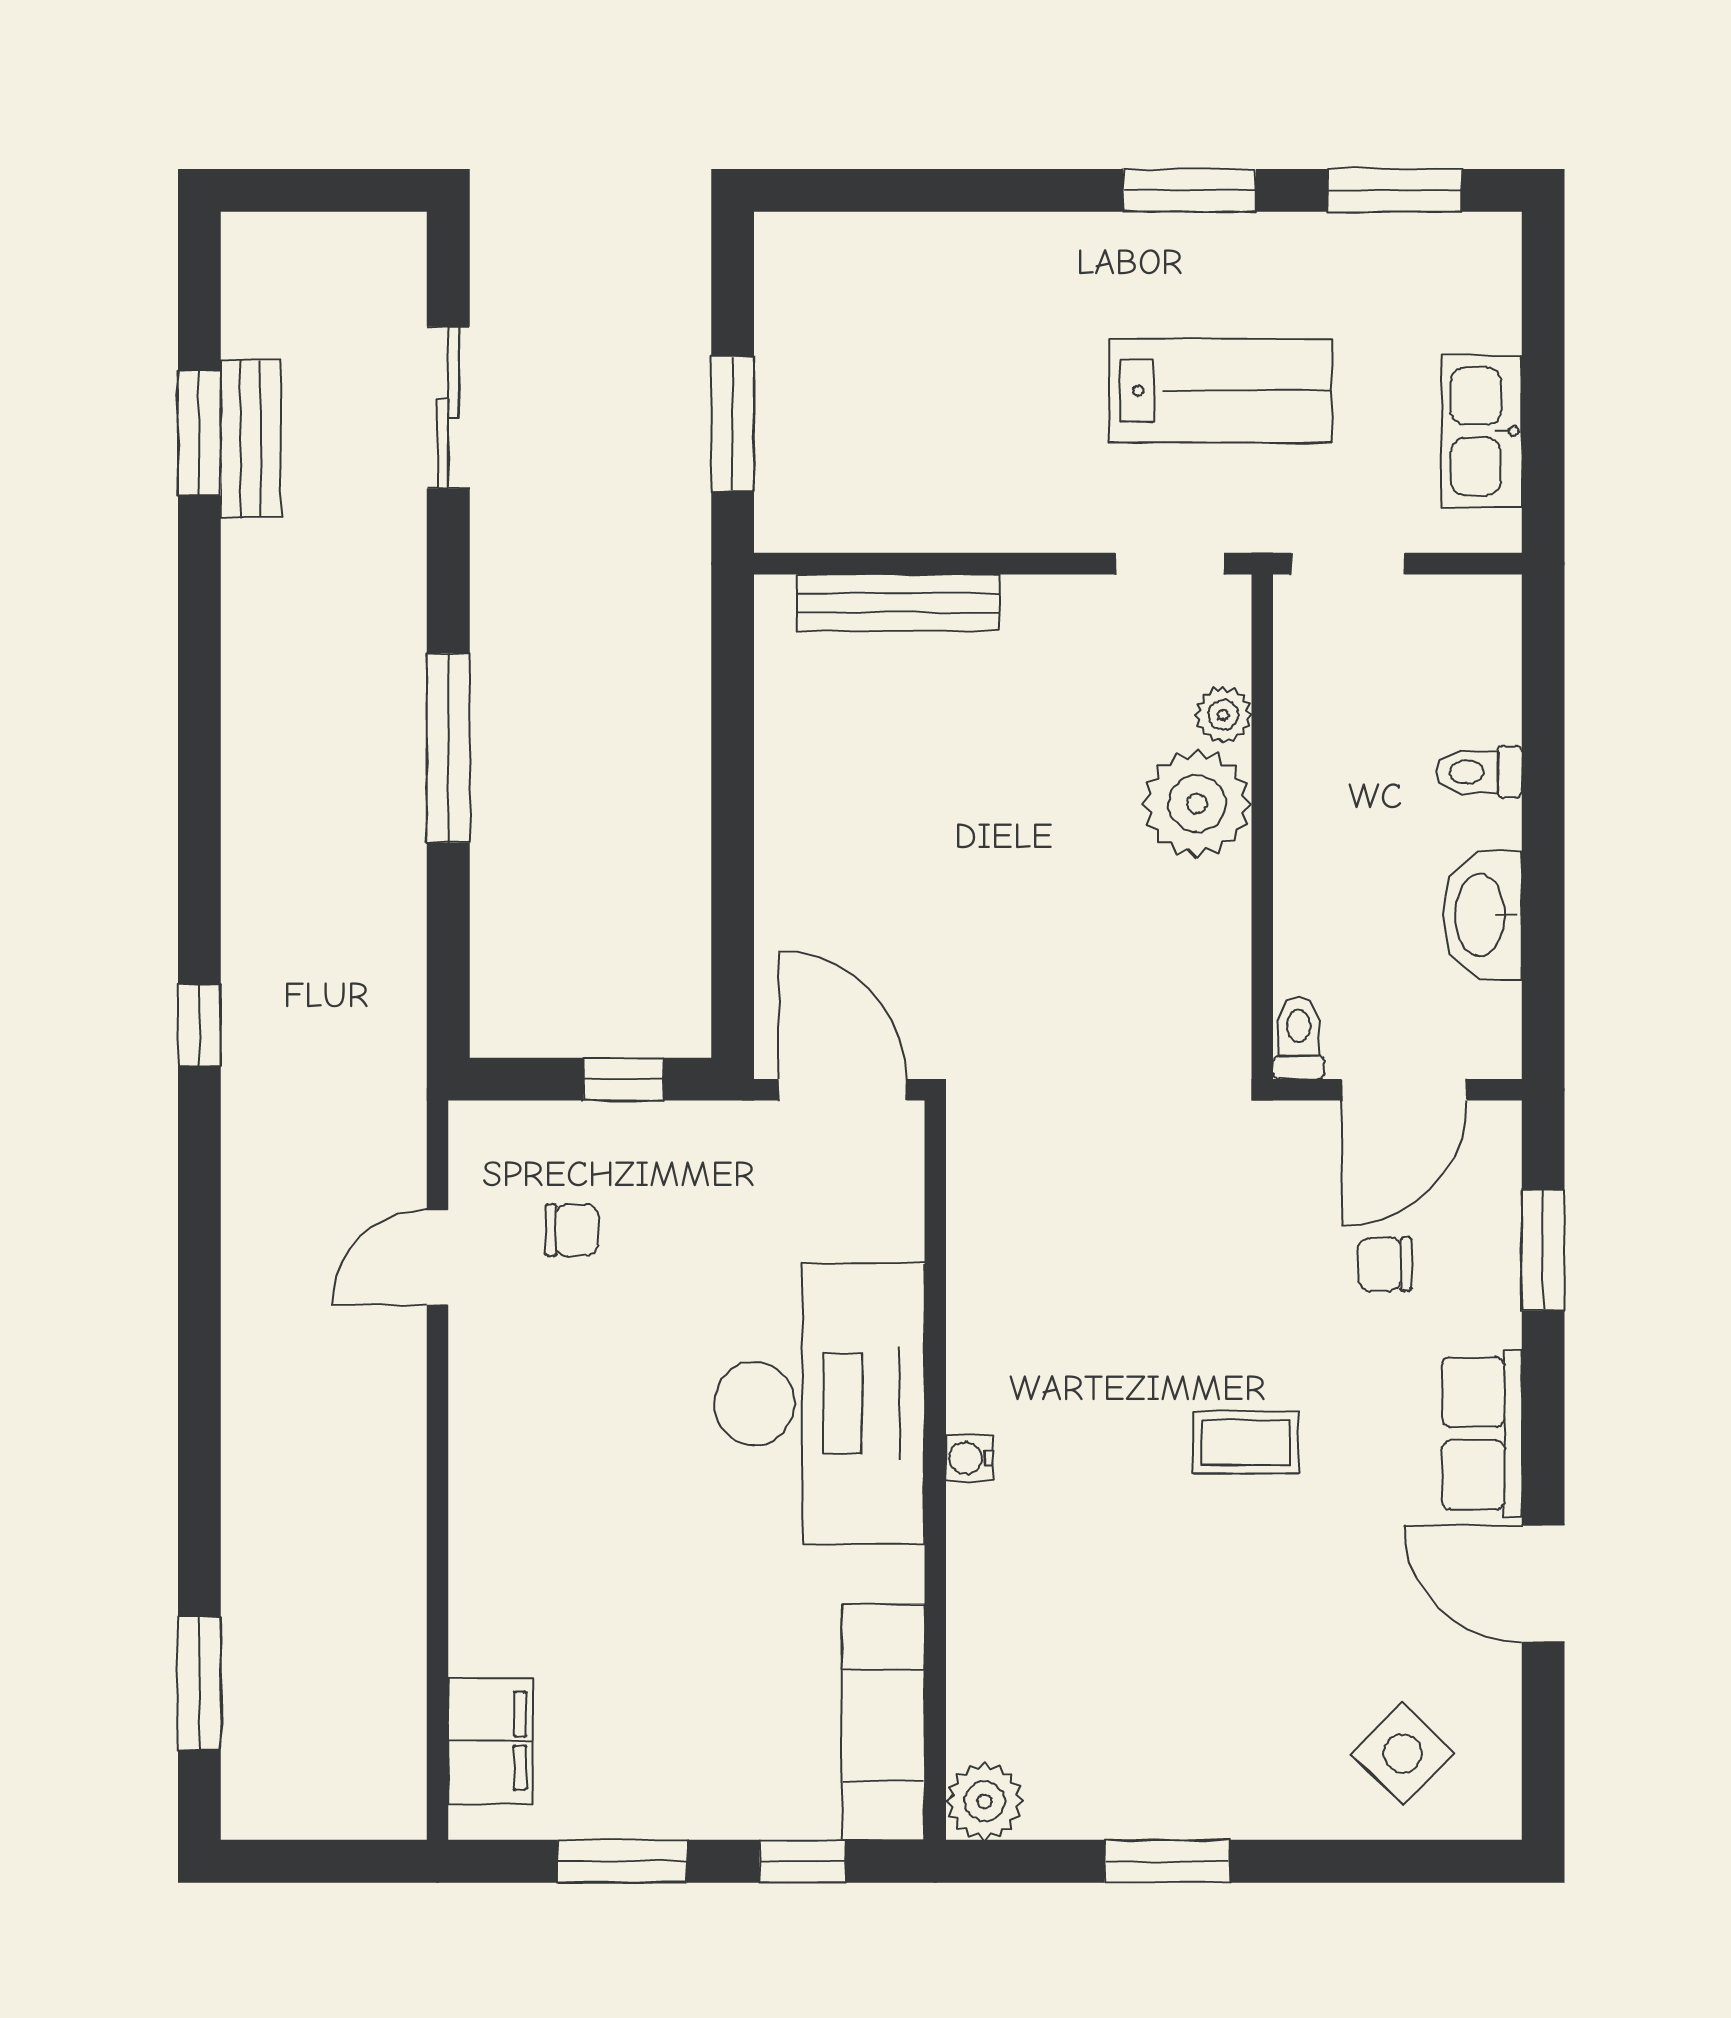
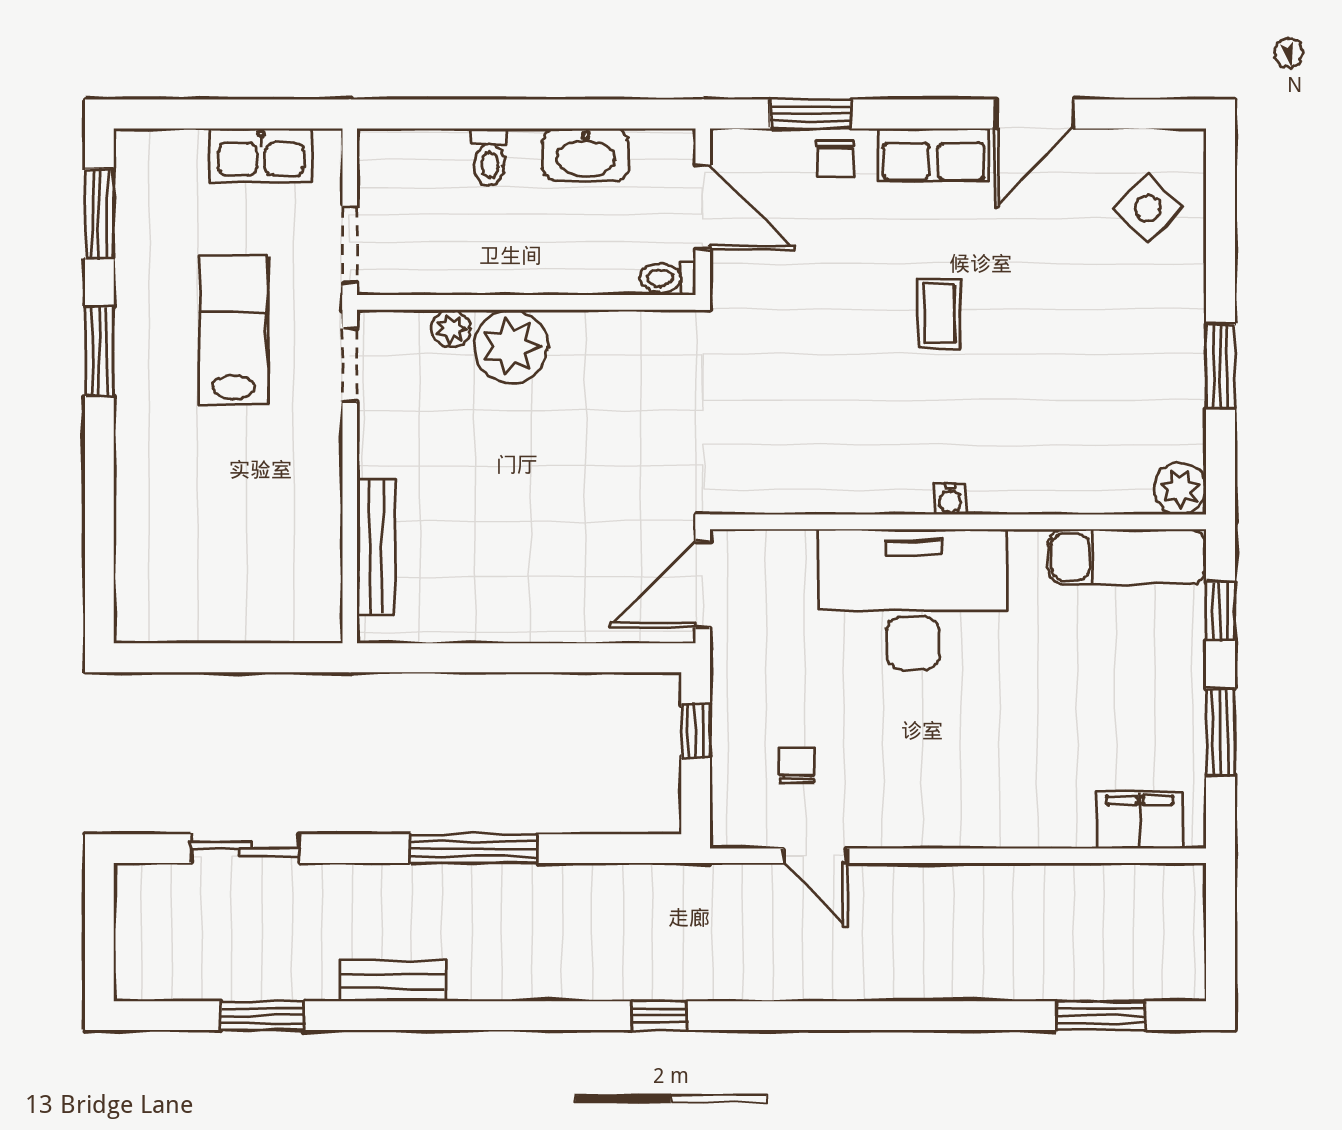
window: (733, 424) -> (256, 658), removed
bench: (251, 439) -> (393, 981), moved
chair: (1385, 1264) -> (835, 158), moved

